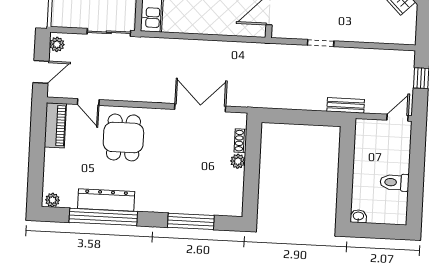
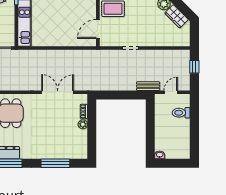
door: (397, 118) -> (171, 92), moved
toilet: (395, 182) -> (181, 113), moved

